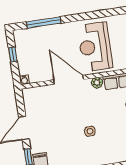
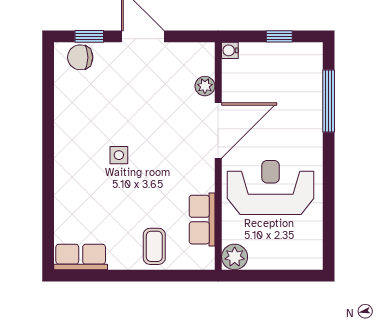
plant: (97, 83) -> (205, 86), moved

